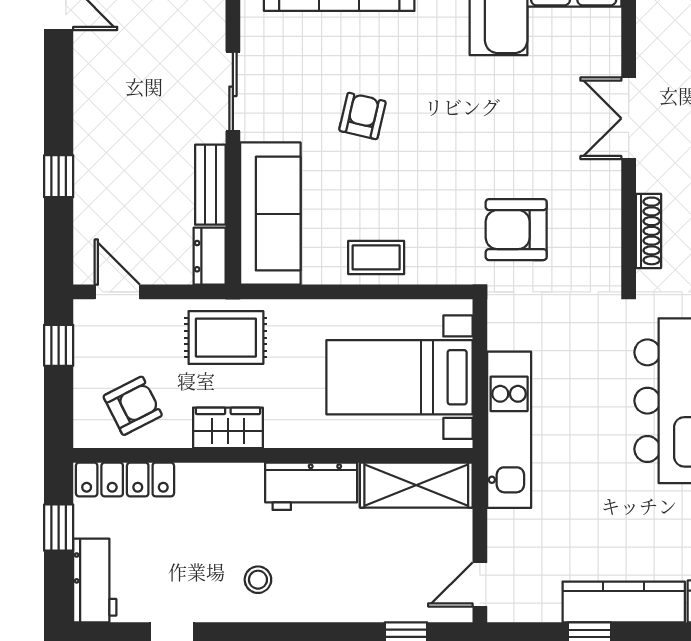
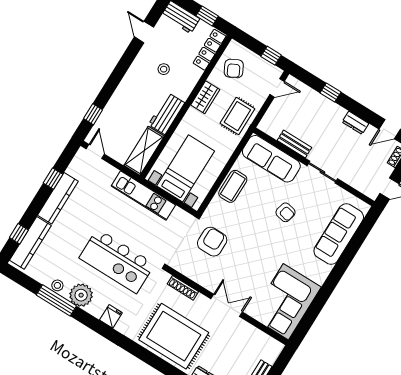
dresser: (210, 256) -> (355, 123), moved, turned 180
coffee table: (376, 257) -> (233, 186), width x1.36, depth x1.30
stool: (258, 580) -> (164, 69), moved

